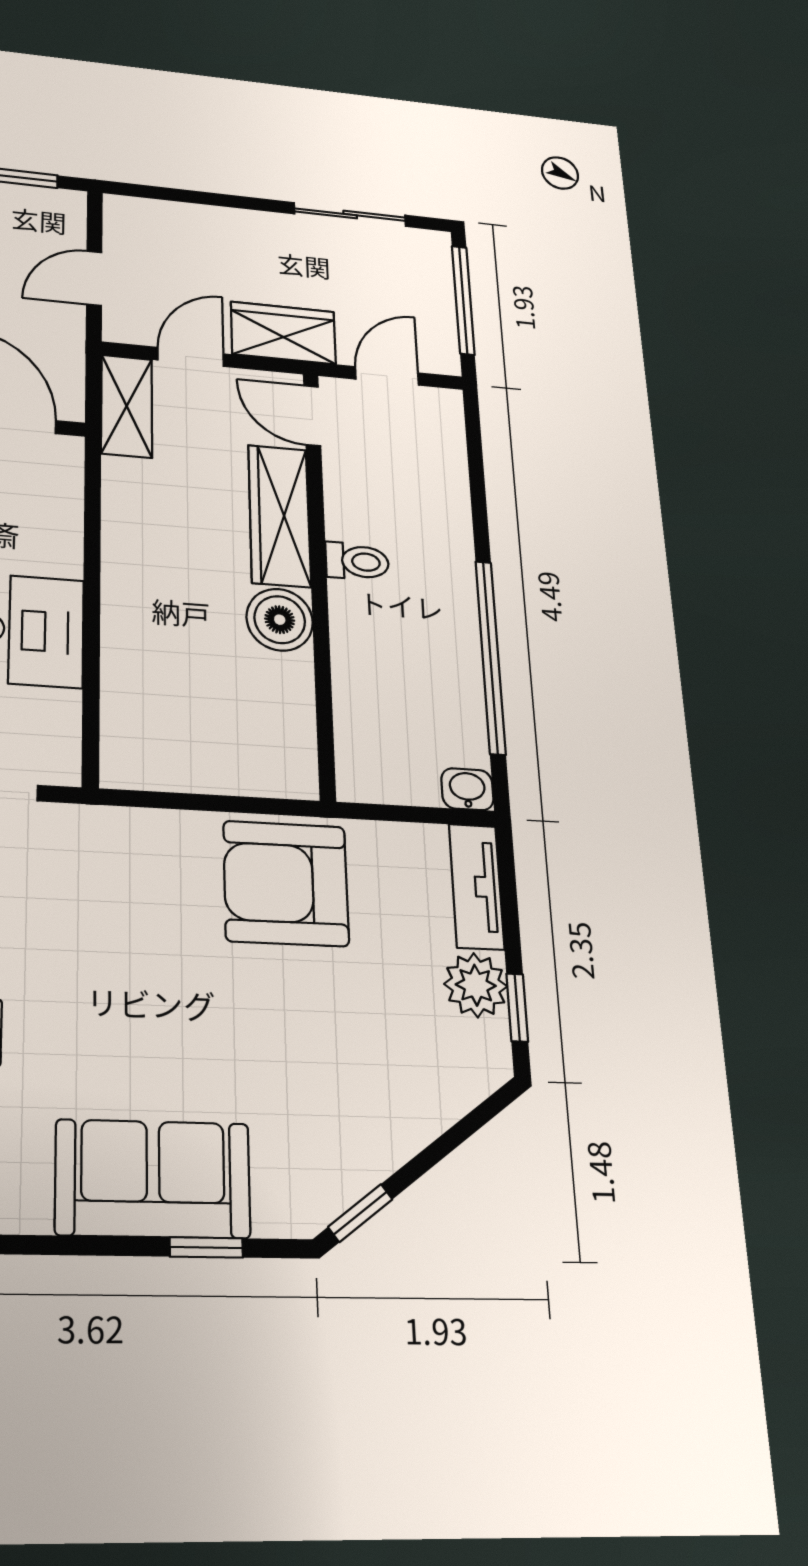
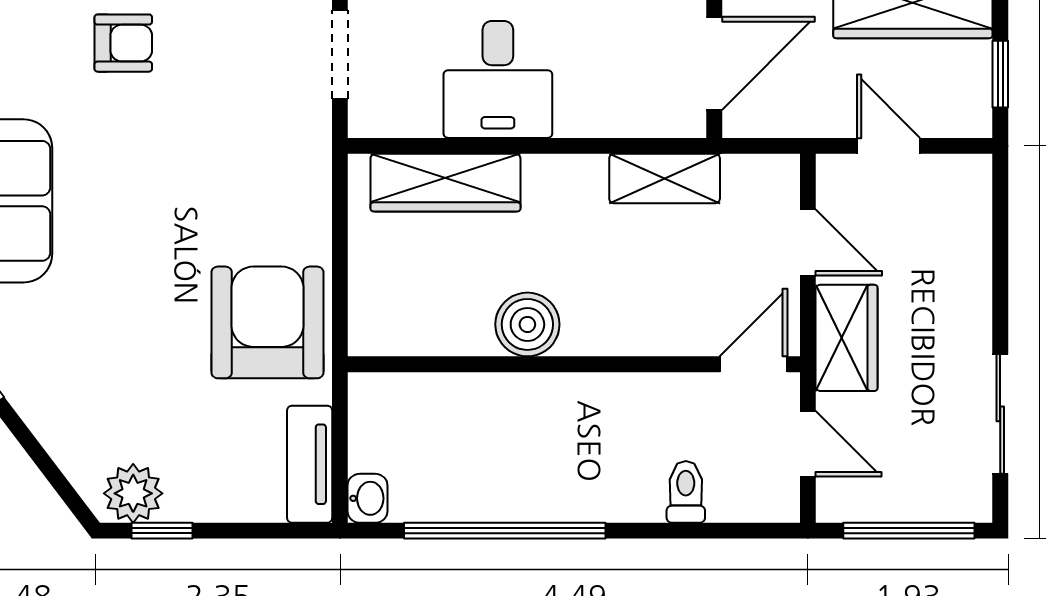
shelving: (127, 406) -> (665, 179), moved
wardrobe: (279, 516) -> (445, 183), moved, turned 180
toilet: (357, 561) -> (686, 492), moved, turned 180
tv unit: (476, 886) -> (310, 464), moved, turned -90
plant: (476, 985) -> (133, 493), moved

